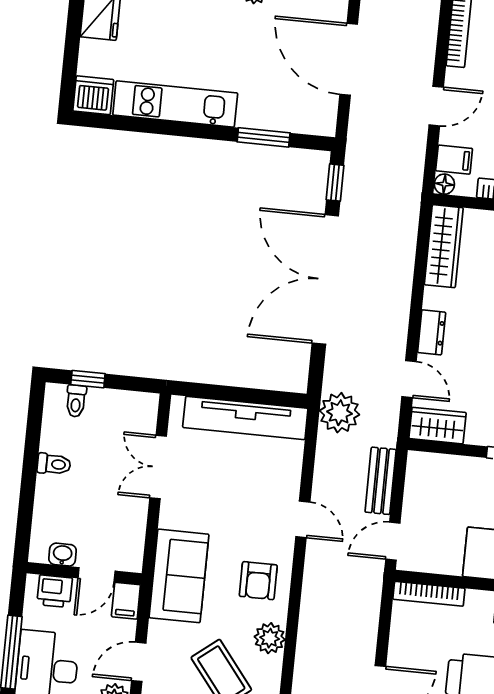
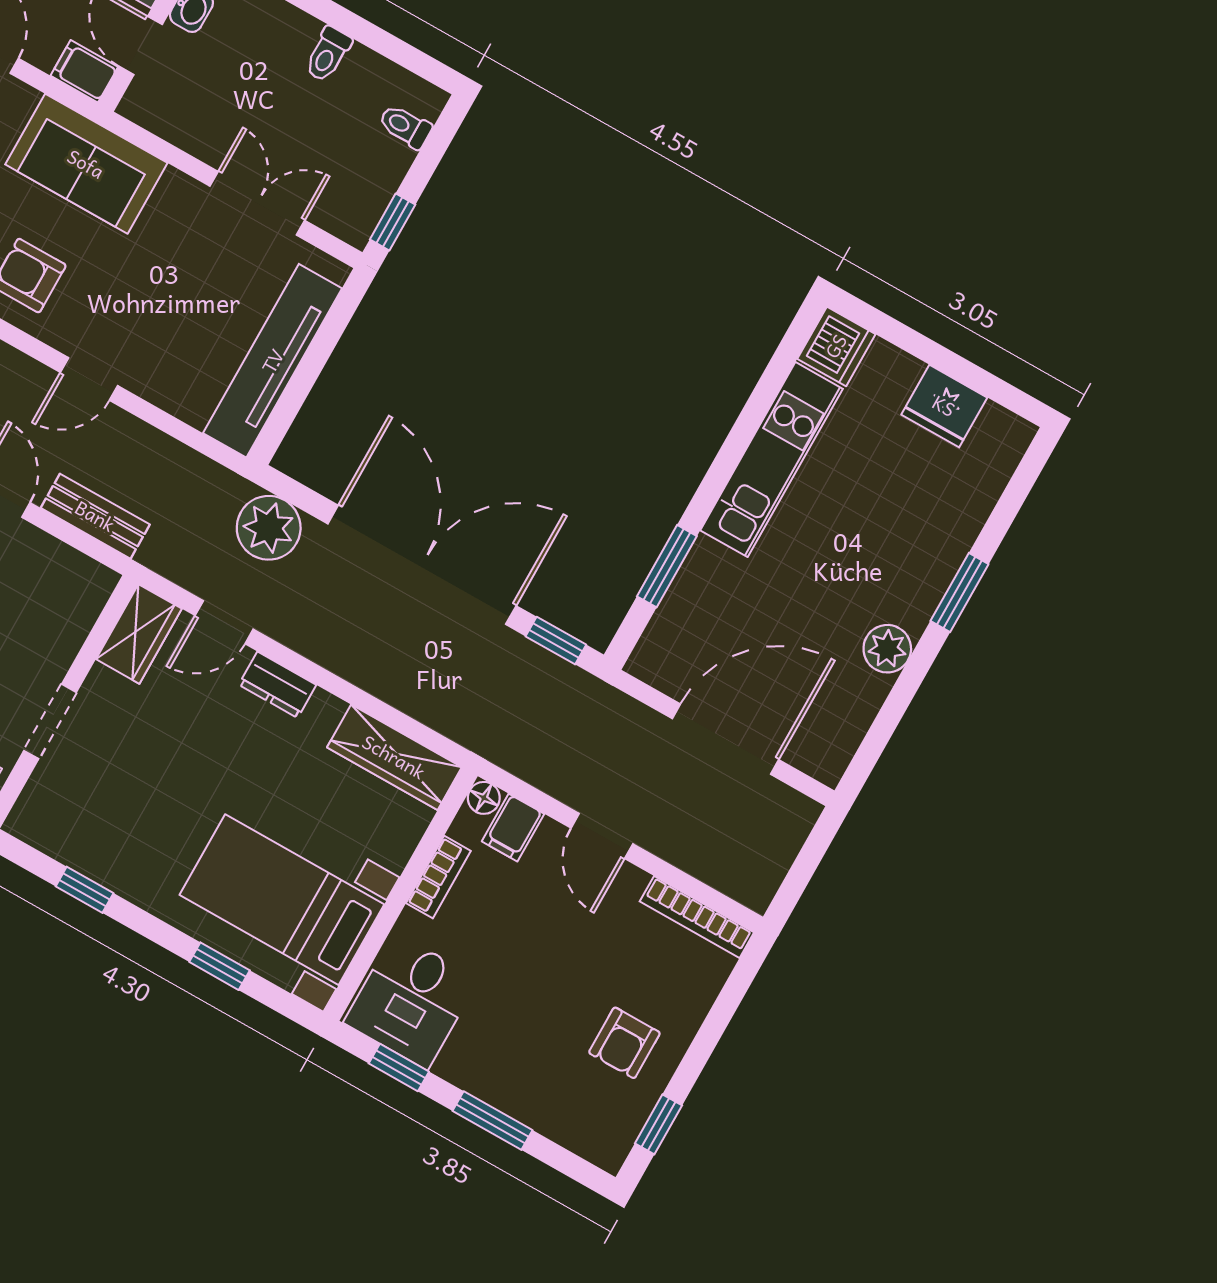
window: (88, 379) -> (393, 222), moved
plant: (339, 413) -> (269, 528), moved

